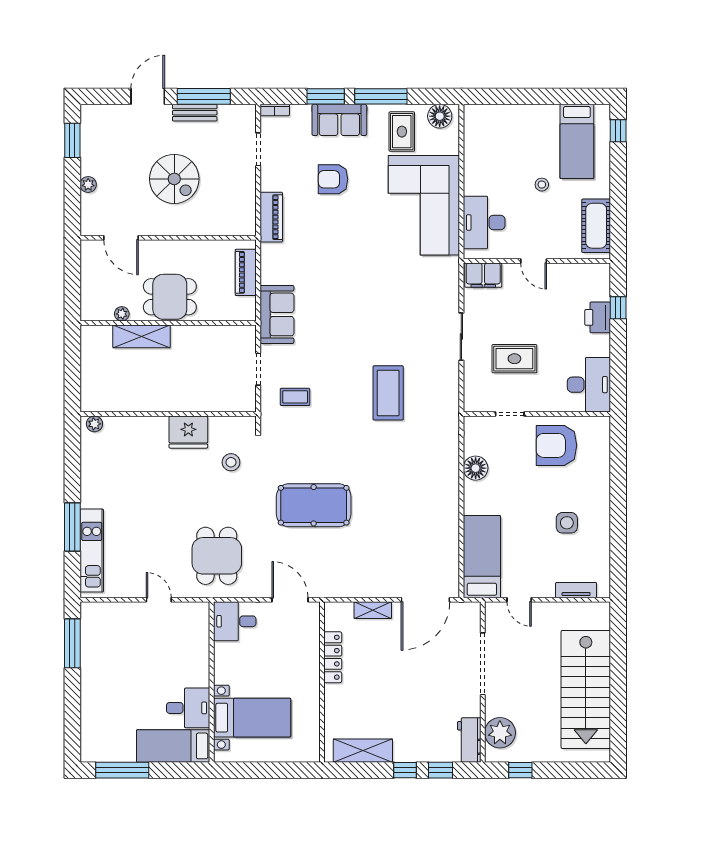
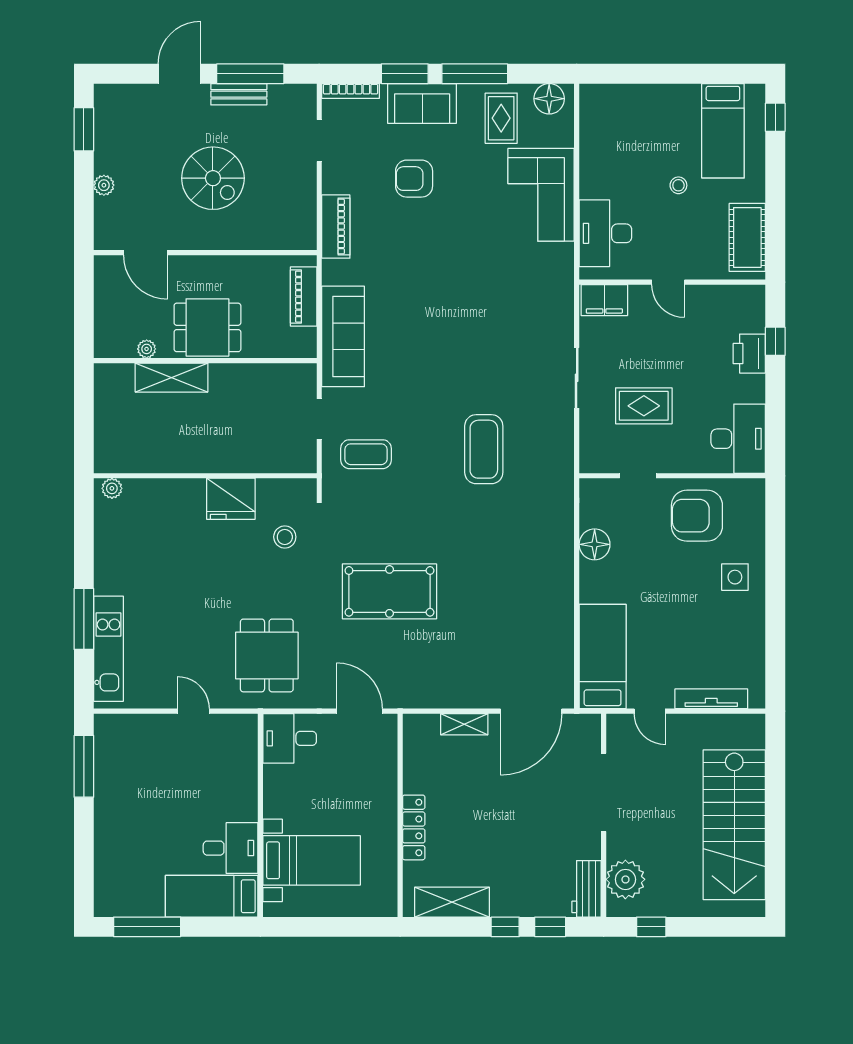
bookcase: (275, 110) -> (351, 91), width x1.56
corner sofa: (424, 205) -> (541, 195), width x0.73, depth x0.74
sofa: (277, 314) -> (343, 336), width x1.36
coffee table: (295, 397) -> (366, 454), width x1.36, depth x1.30
side table: (567, 523) -> (735, 577), moved
tv unit: (576, 590) -> (711, 699), width x1.41
locker: (333, 657) -> (414, 827), moved

